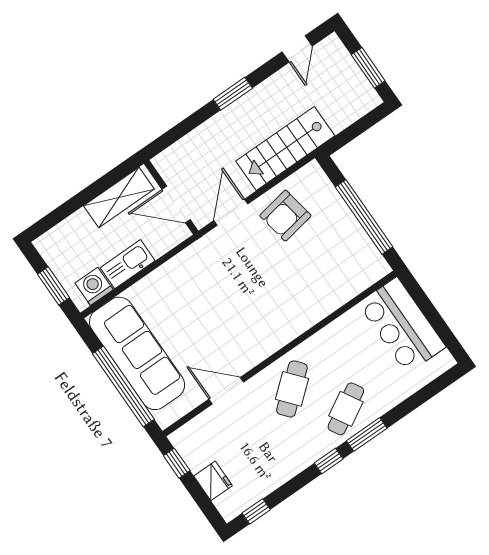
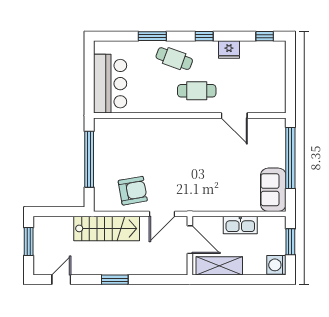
washing machine: (94, 286) -> (276, 265), moved, turned 90
sofa: (137, 353) -> (273, 190), width x0.54, depth x0.79
cafe table: (292, 389) -> (197, 91), turned 40
cafe table: (346, 409) -> (174, 59), turned 50
window: (367, 434) -> (152, 36), moved
window: (177, 463) -> (290, 94), removed
fridge: (213, 481) -> (229, 50), moved, turned -90

